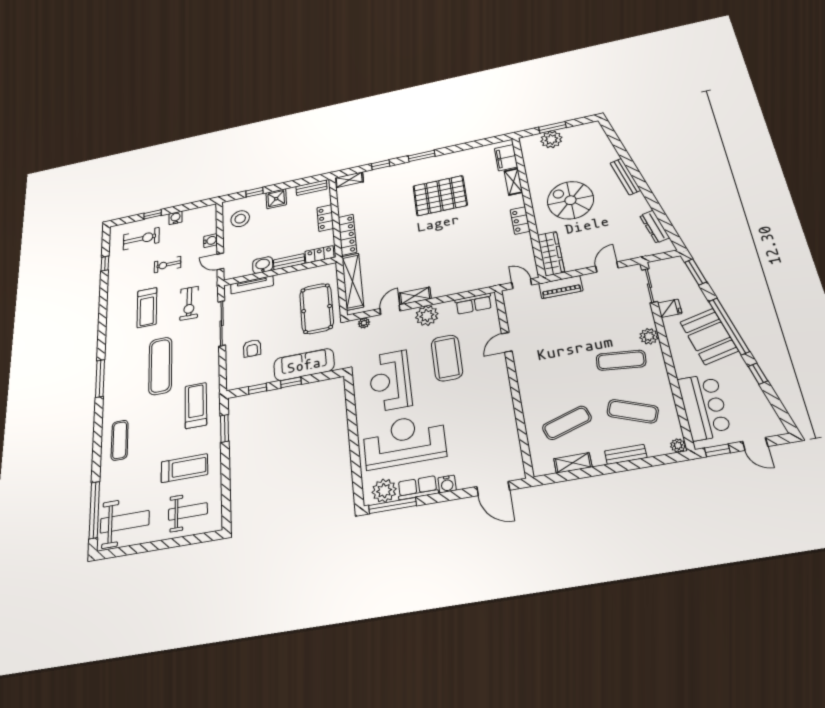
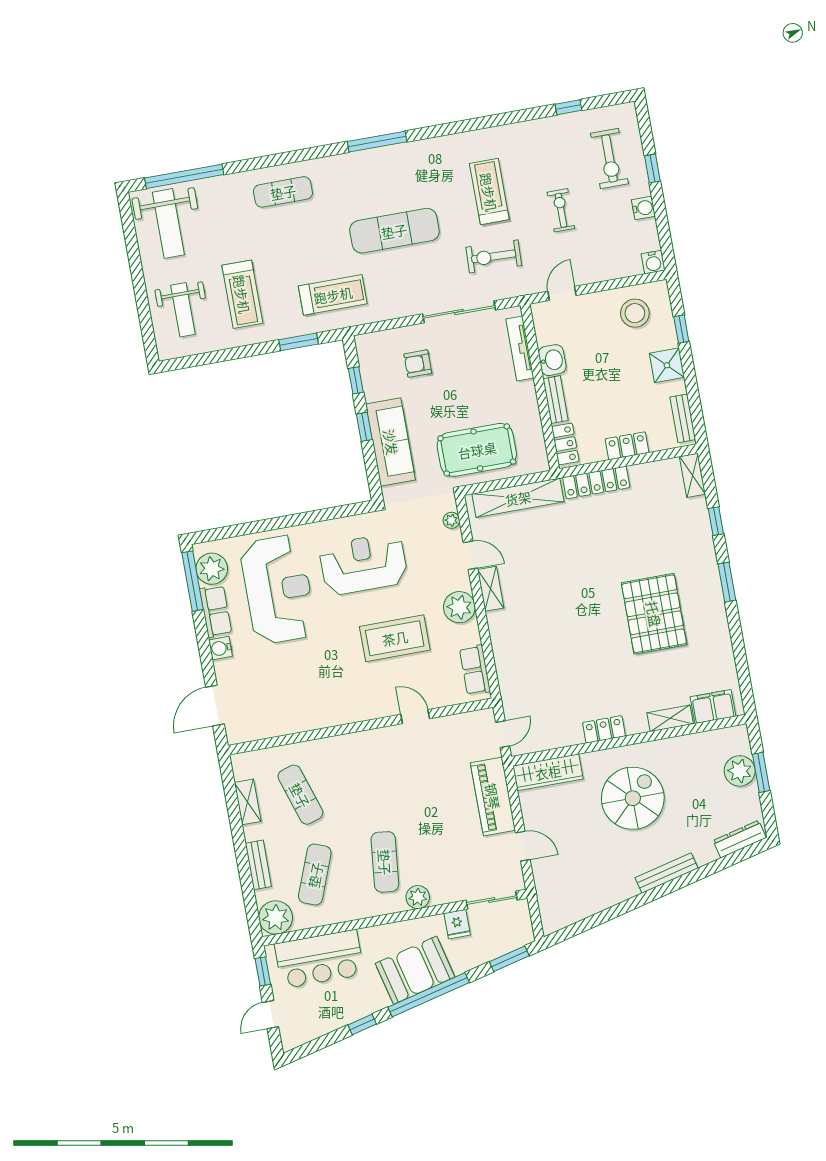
dresser: (655, 227) -> (740, 839), moved
water cooler: (210, 241) -> (653, 262), moved
piano: (561, 287) -> (493, 796), width x1.37, depth x1.33
treadmill: (147, 308) -> (489, 192), turned 90
plant: (678, 445) -> (276, 917), width x1.88, depth x1.88

